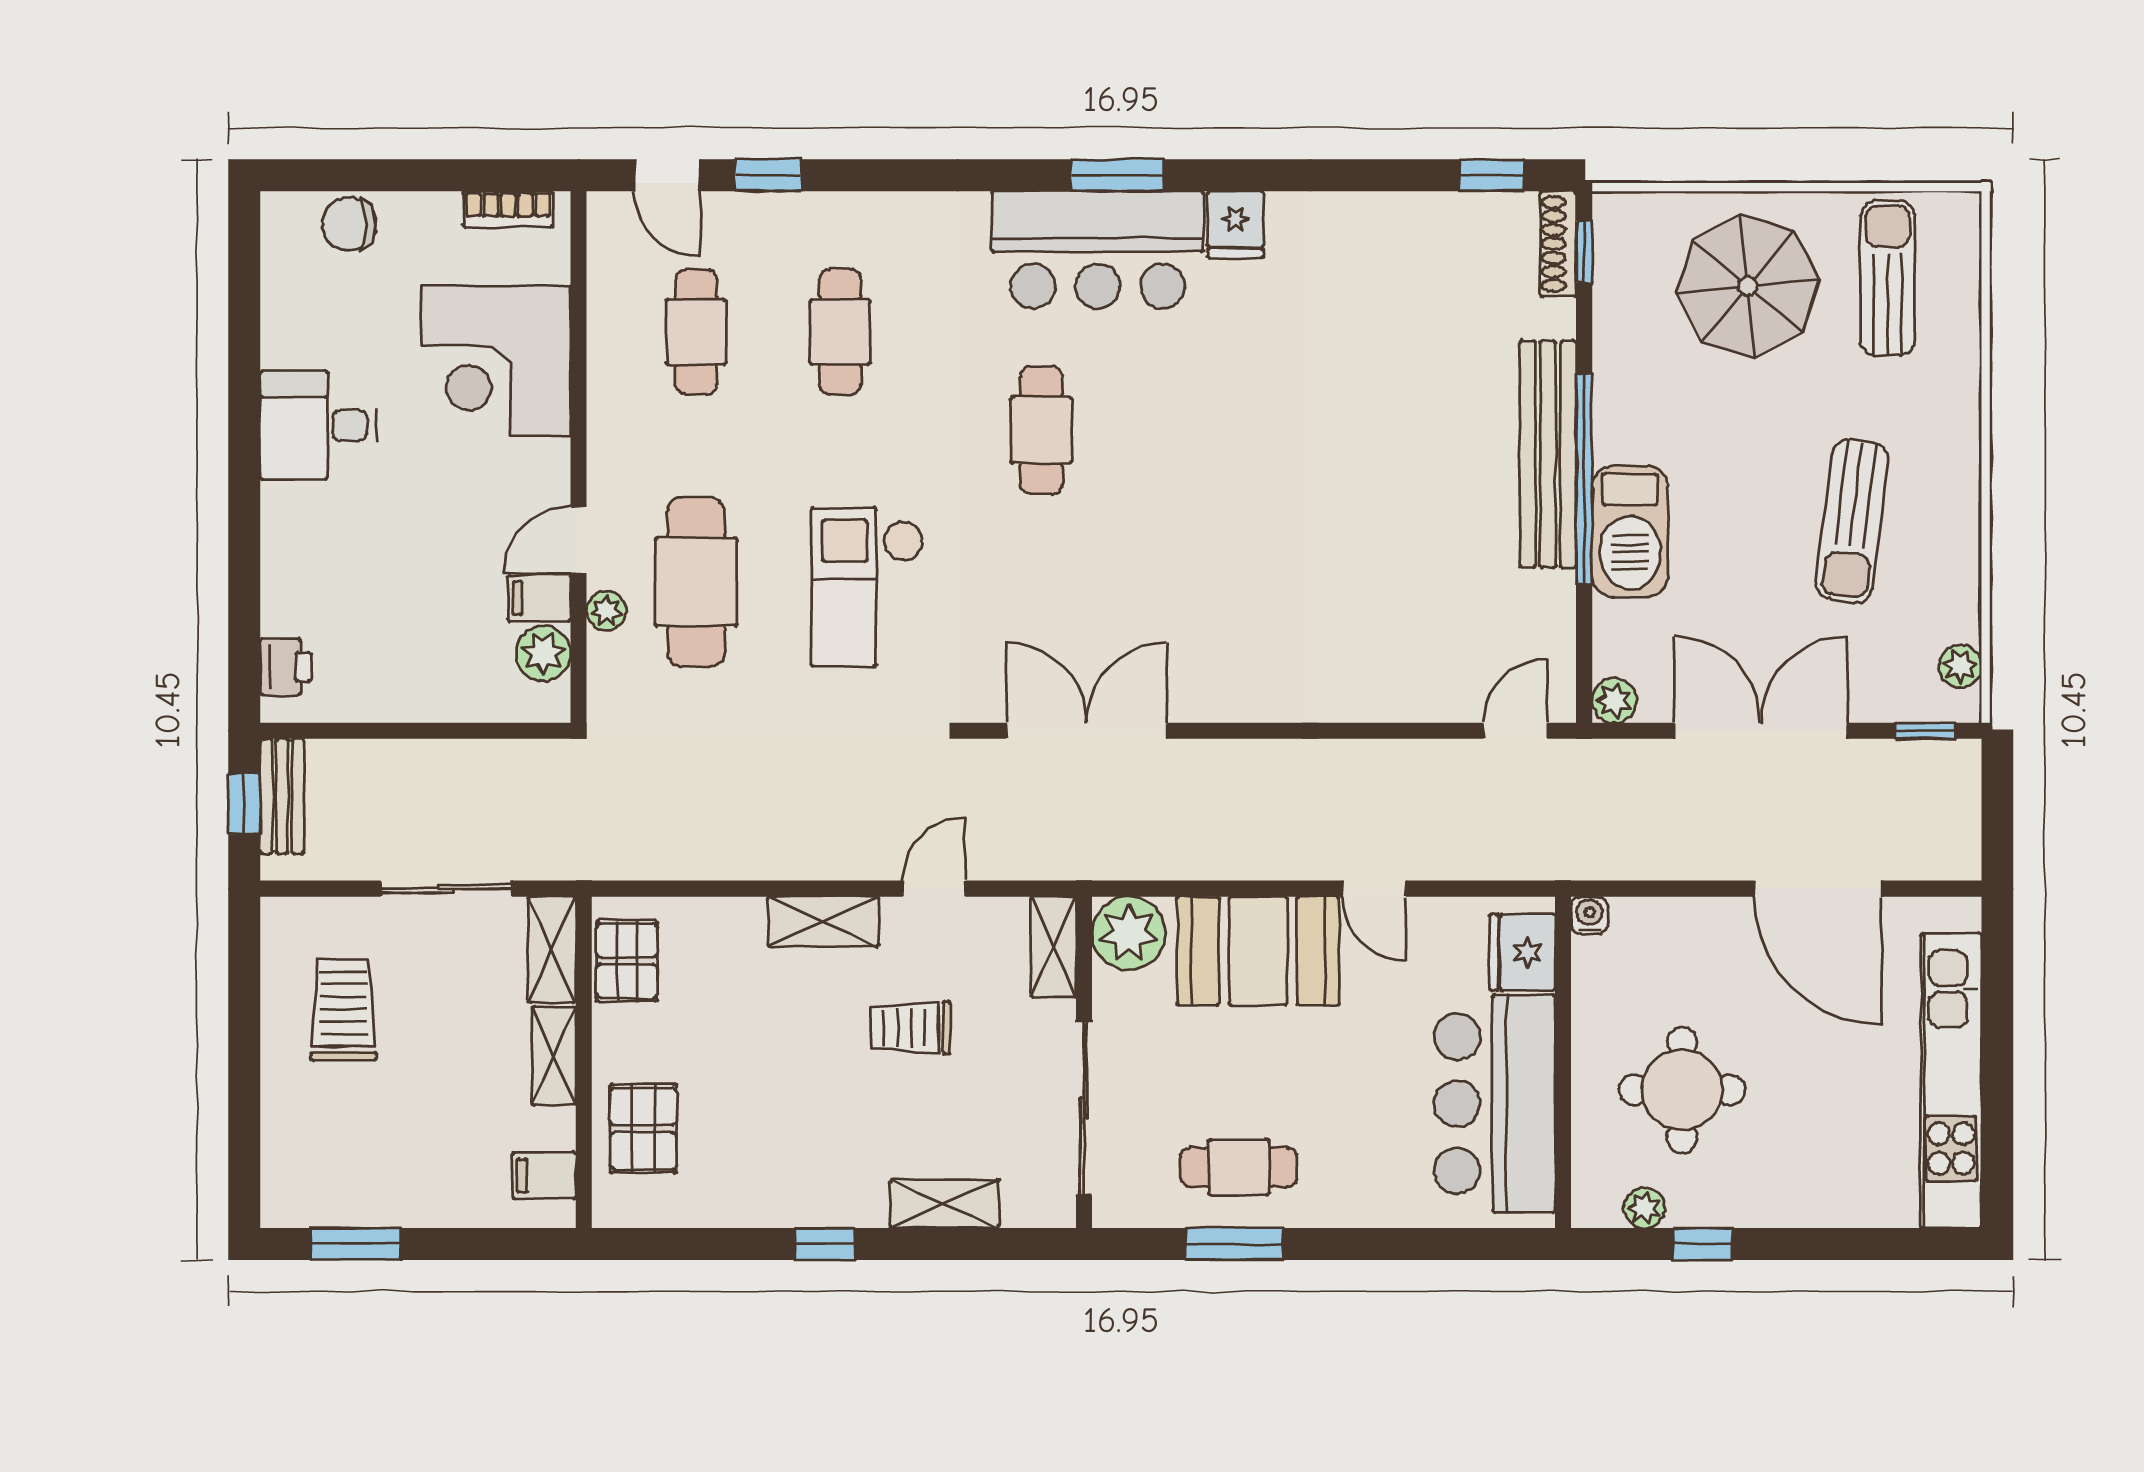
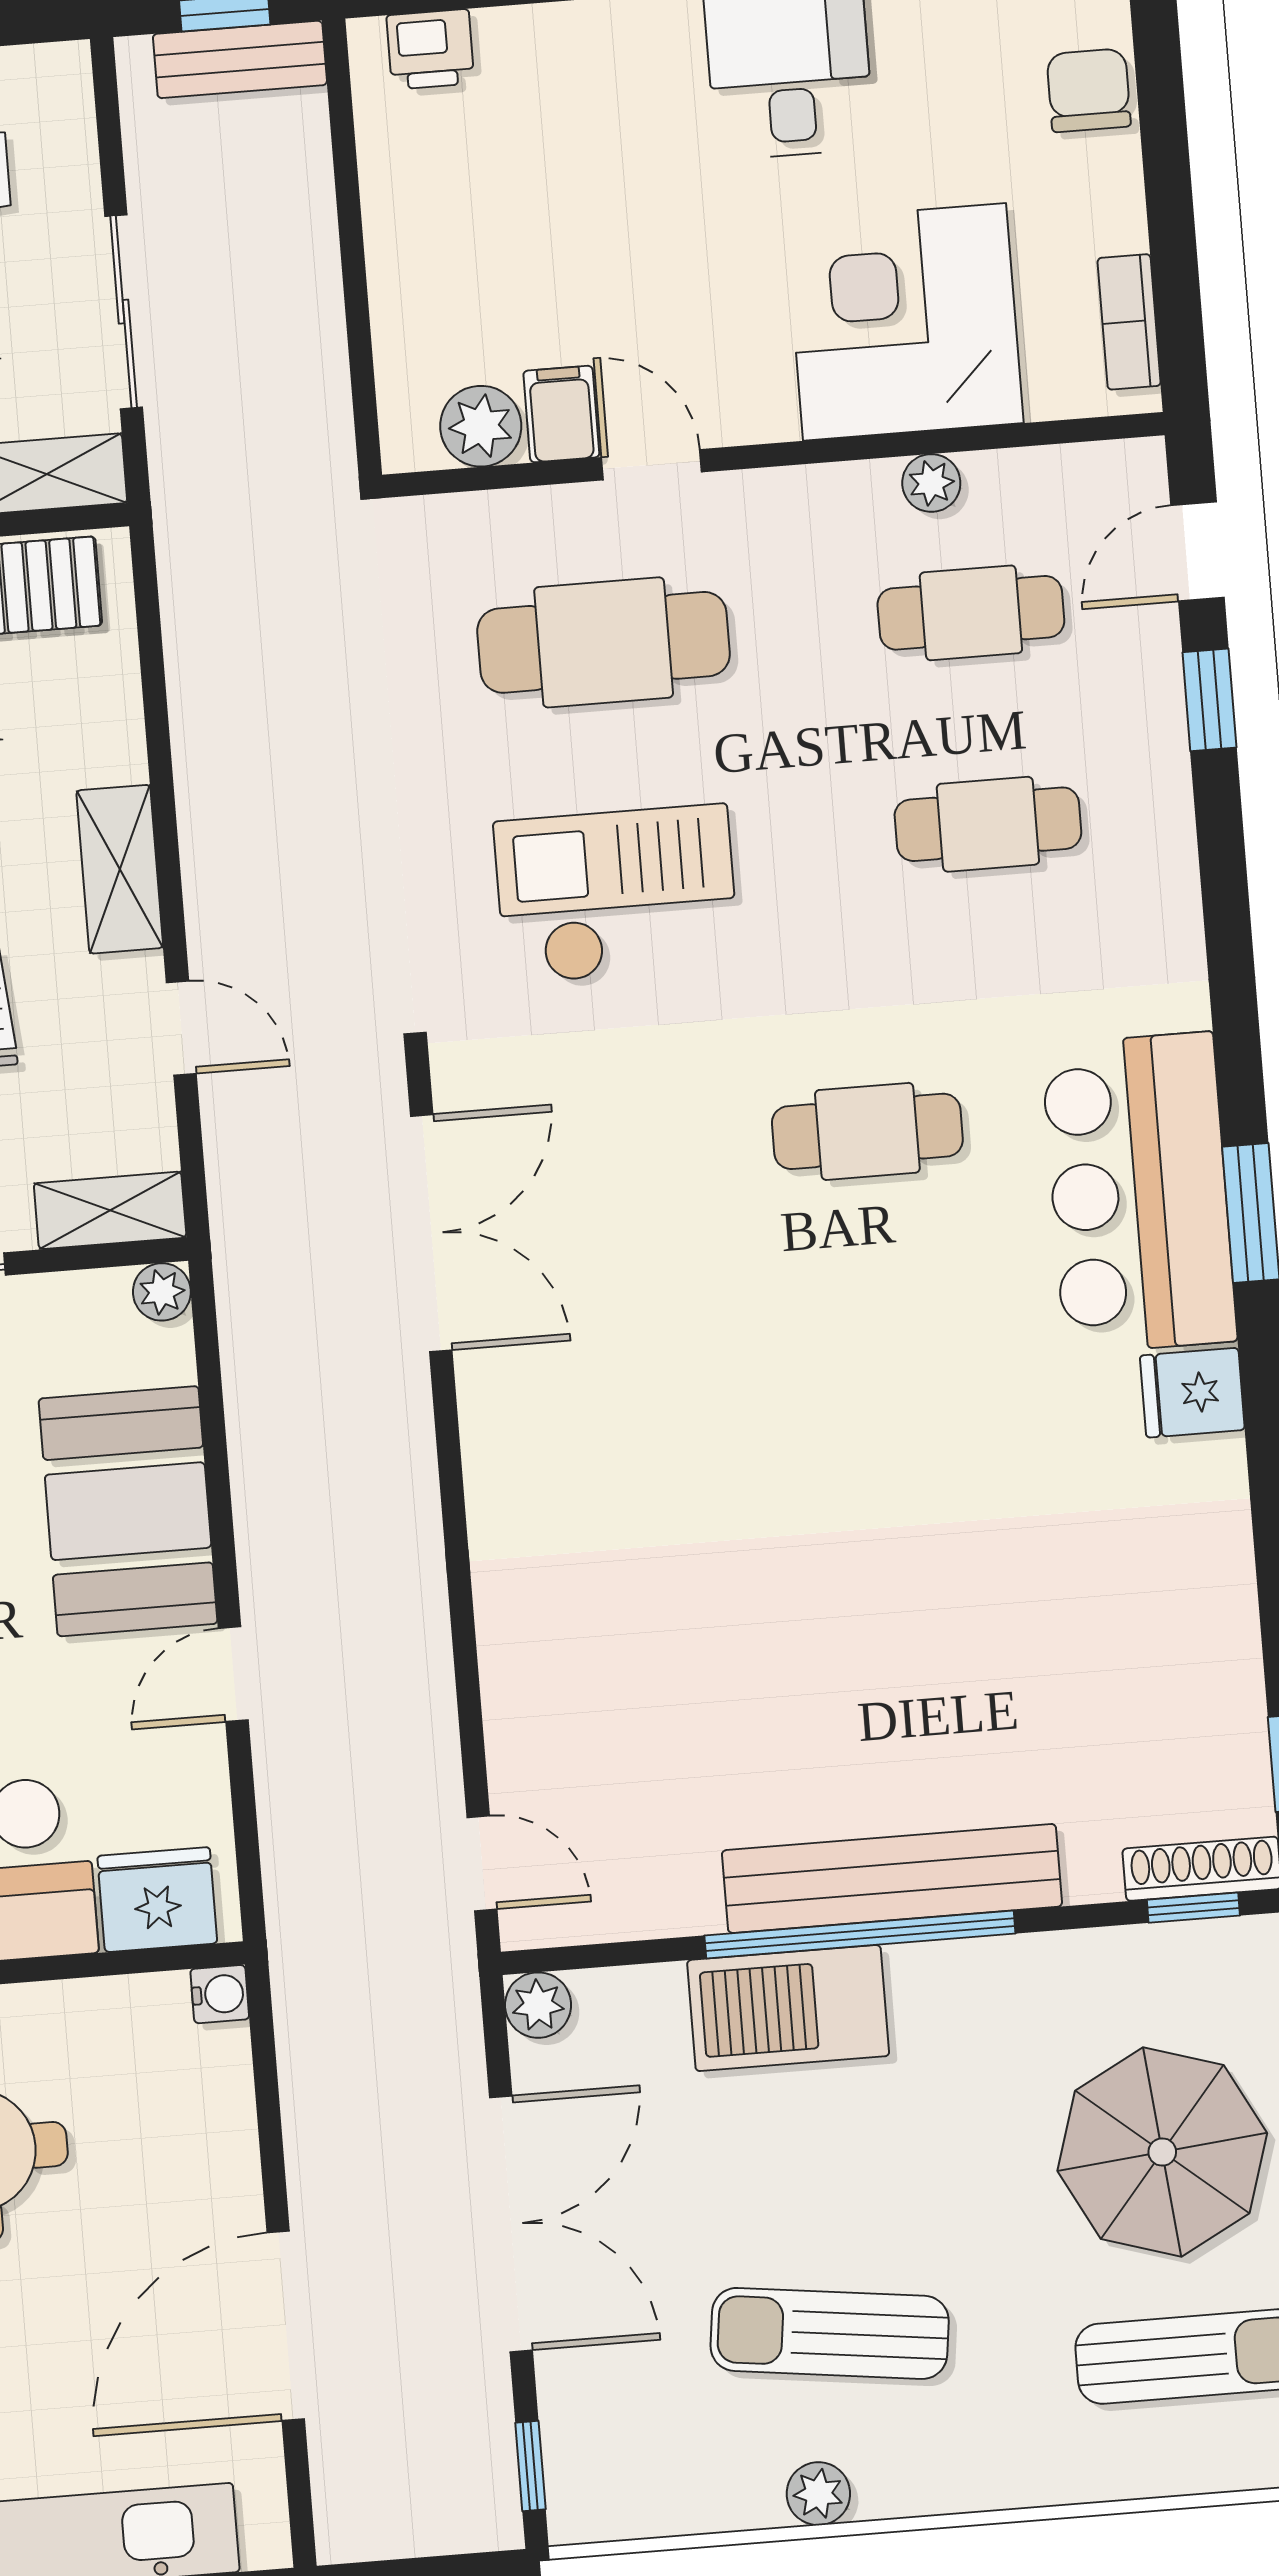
plant: (606, 611) -> (931, 483), moved
plant: (1960, 666) -> (818, 2494), moved
plant: (1129, 933) -> (162, 1292), width x0.53, depth x0.53

